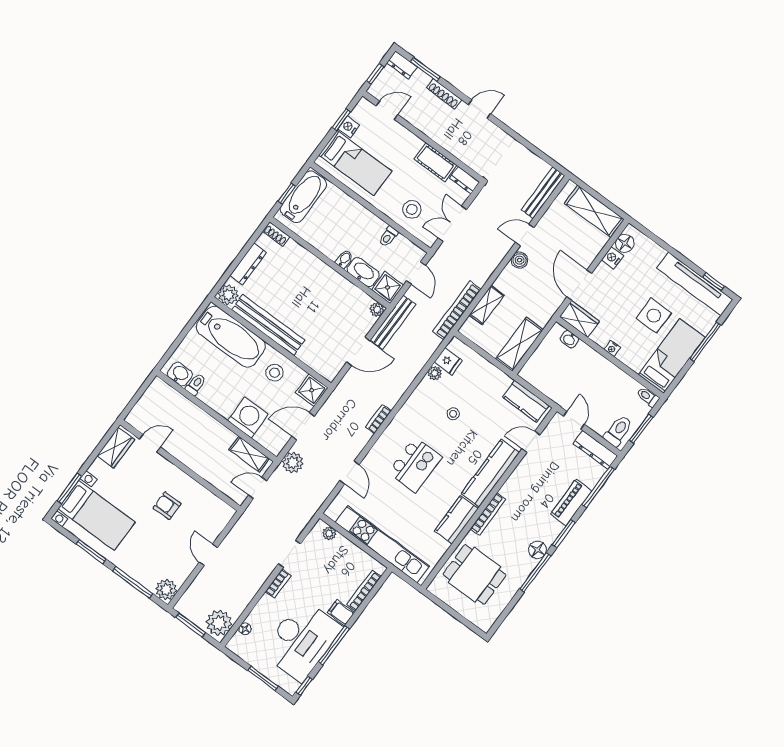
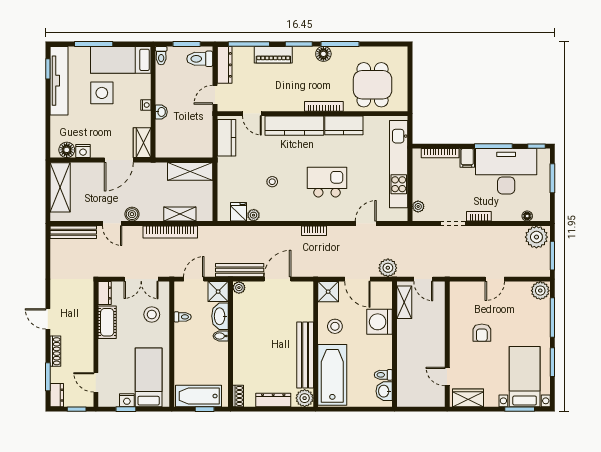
bookcase: (457, 310) -> (170, 232), moved
washbasin: (569, 339) -> (161, 112), moved
door: (358, 351) -> (277, 279), hinge flipped

